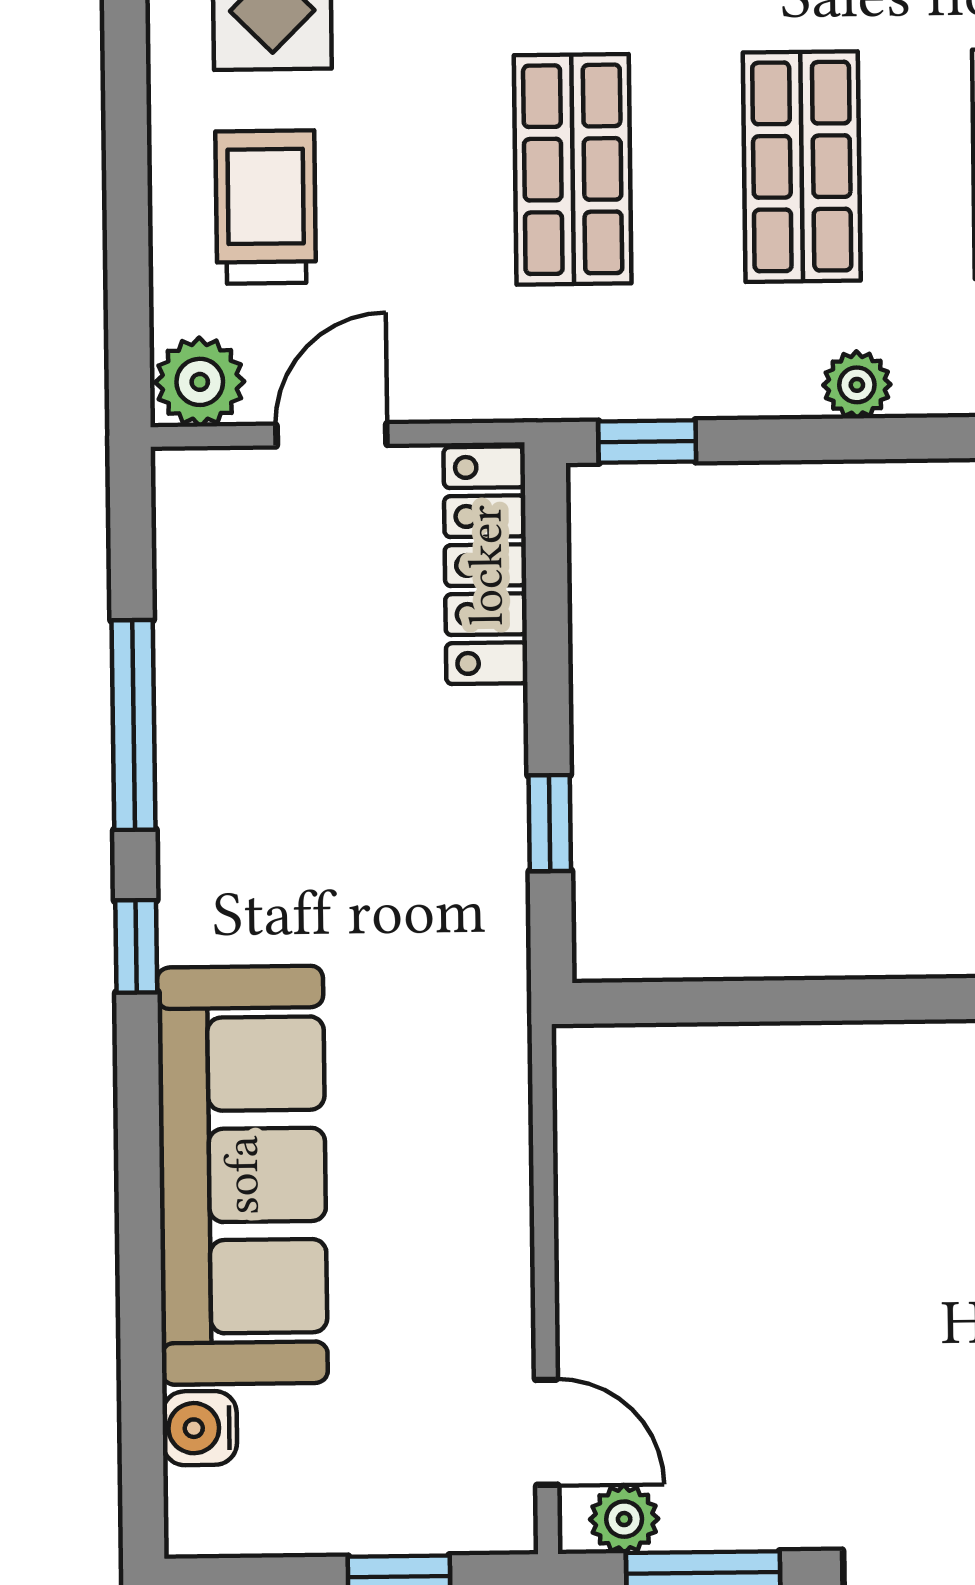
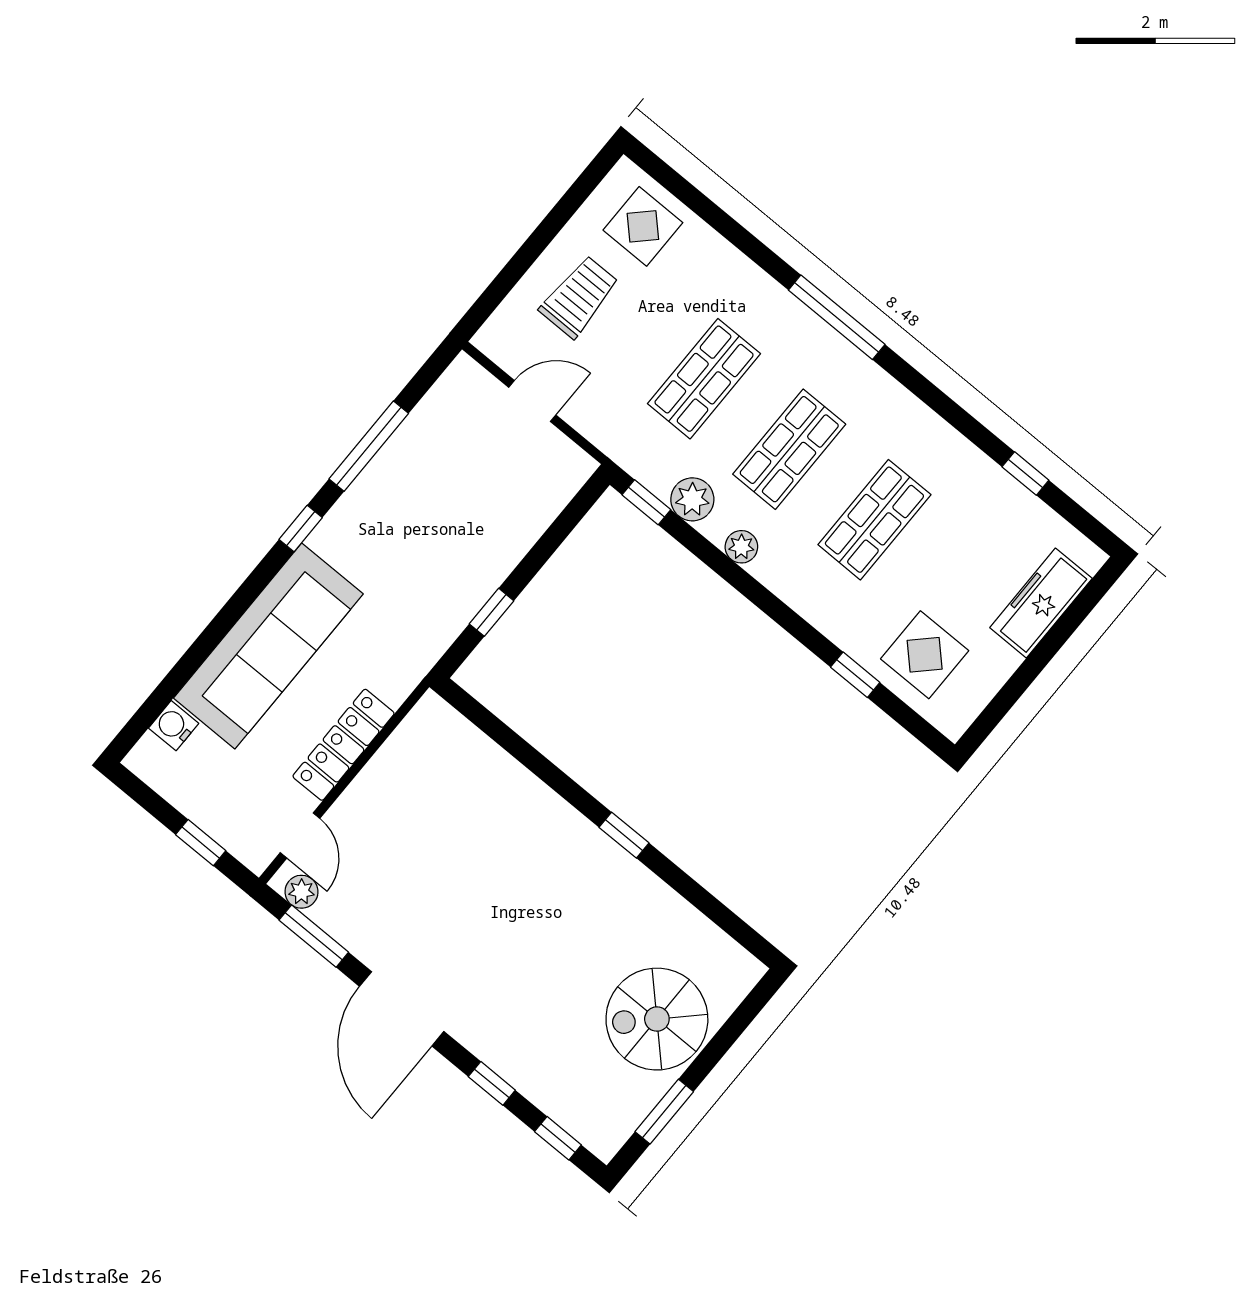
plant: (200, 382) -> (692, 499), moved
locker: (486, 565) -> (344, 745), moved

